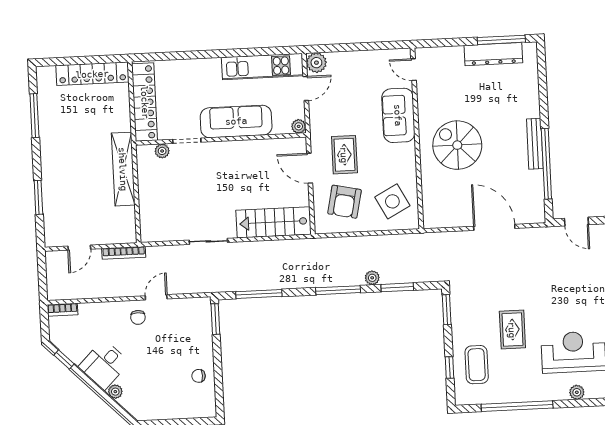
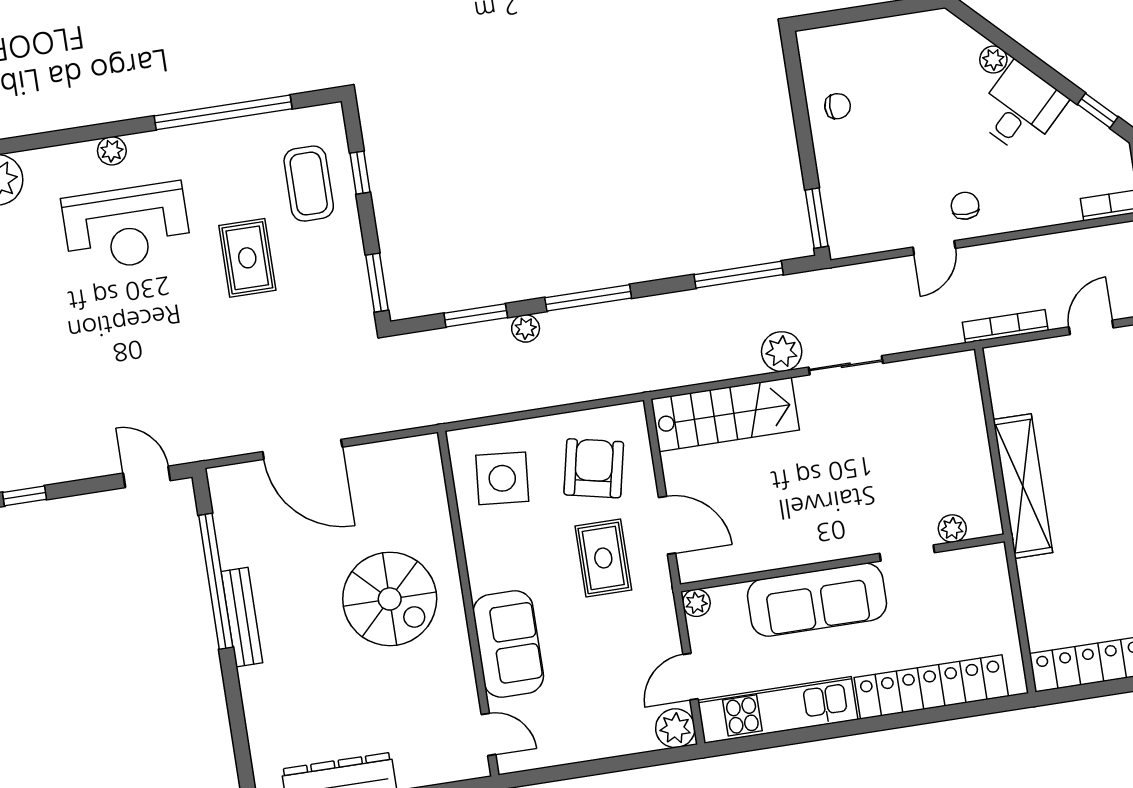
locker: (145, 102) -> (931, 687), moved, turned 90
side table: (392, 201) -> (502, 478), turned 33
plant: (241, 252) -> (782, 352), added

